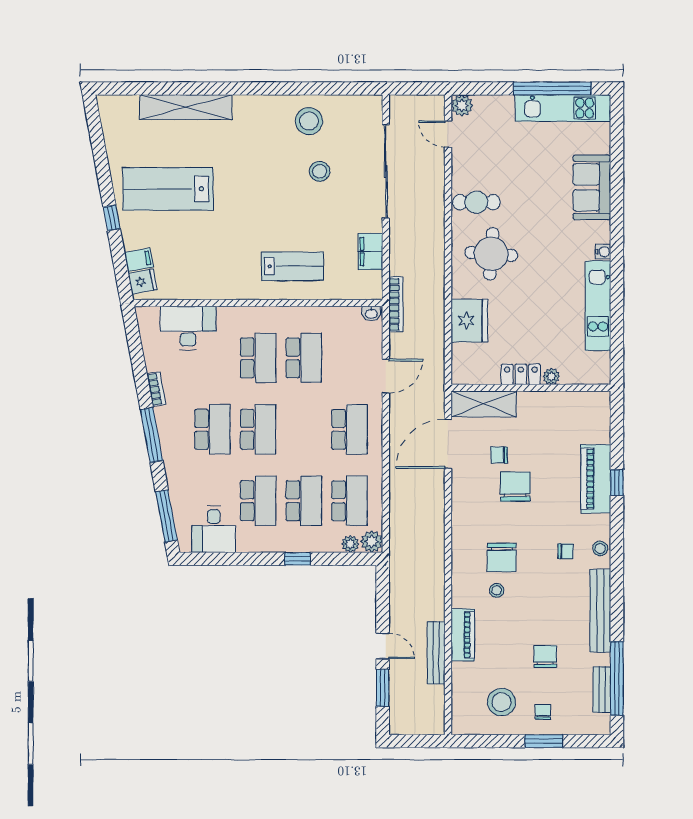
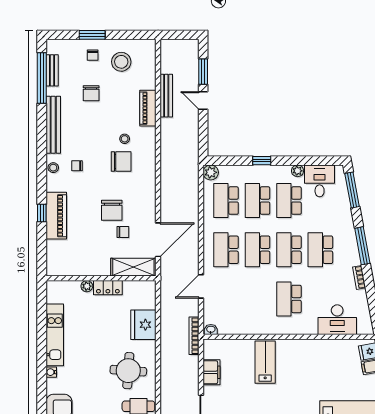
lab bench: (293, 266) -> (265, 362), turned 90
school desk: (304, 358) -> (257, 250), moved
plant: (350, 544) -> (298, 171), moved
chair: (502, 557) -> (121, 161), turned 90

